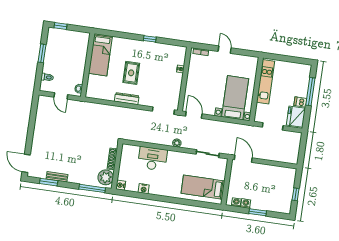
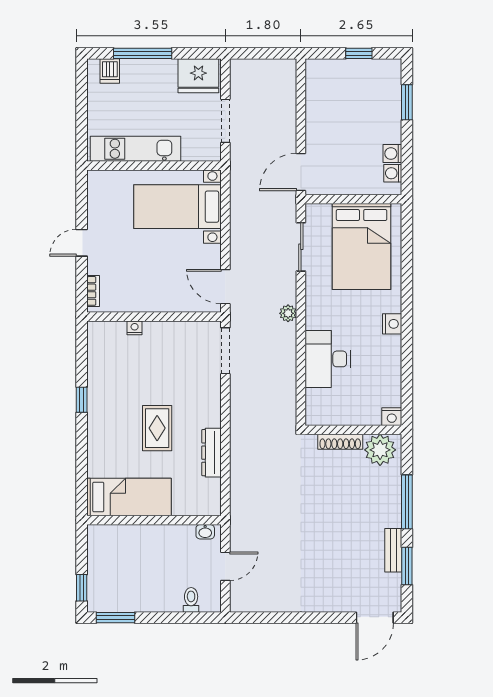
window: (42, 53) -> (115, 618), moved
rug: (131, 73) -> (157, 428), turned 90
dresser: (127, 99) -> (212, 453), moved
dishwasher: (300, 102) -> (110, 71), moved
door: (194, 115) -> (225, 287), hinge flipped
bed: (203, 187) -> (362, 246), width x1.50
window: (92, 188) -> (407, 502), moved
nightstand: (144, 189) -> (392, 324), moved
window: (258, 212) -> (407, 102), moved

